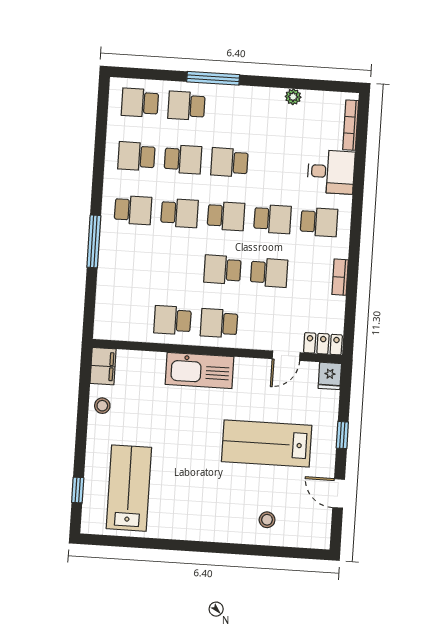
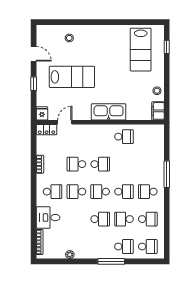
school desk: (179, 213) -> (124, 192), turned 180
school desk: (319, 222) -> (53, 192), turned 180
school desk: (219, 323) -> (100, 137), removed

